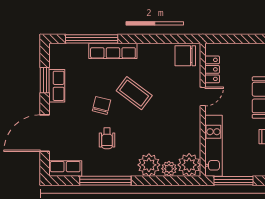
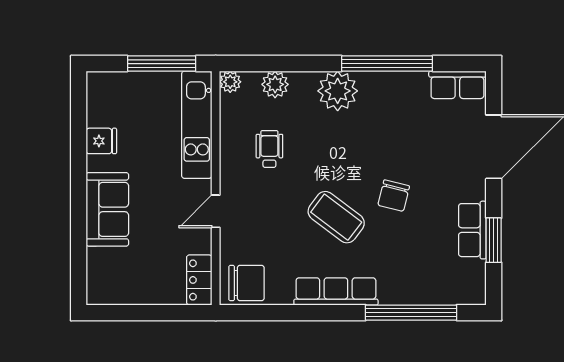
row of seats: (113, 51) -> (336, 291), moved
locker: (212, 69) -> (199, 280), moved
wheelchair: (107, 138) -> (269, 149), moved
plant: (149, 165) -> (338, 91), moved
plant: (189, 165) -> (230, 82), width x0.53, depth x0.53

